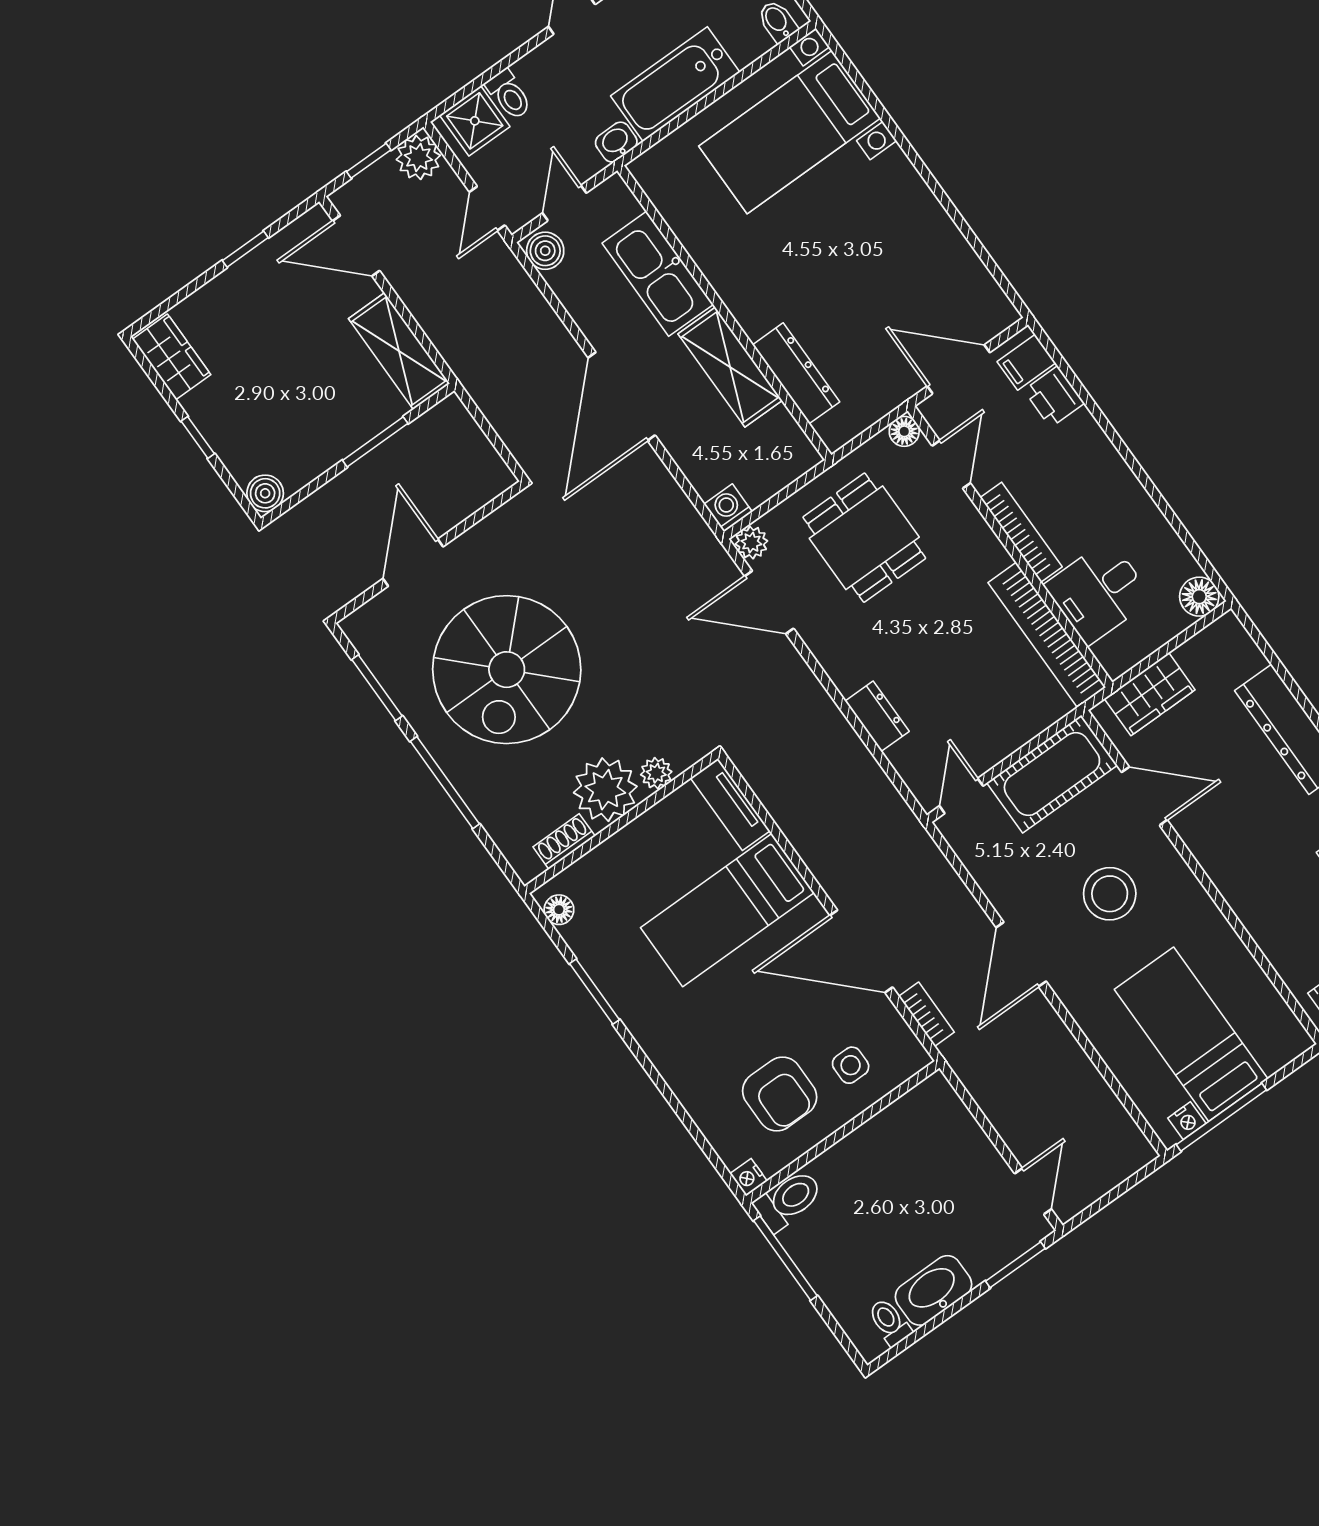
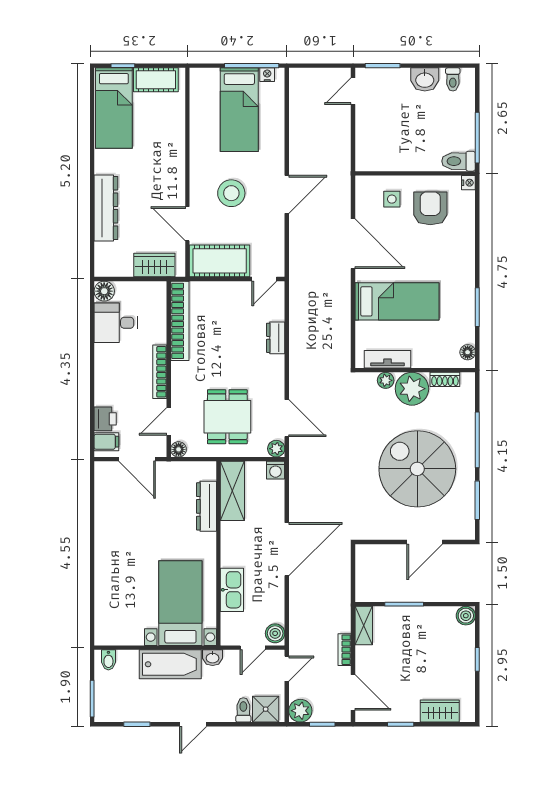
bed with nightstands: (790, 132) -> (180, 603), moved, turned -90
kitchen sink: (658, 274) -> (232, 590), width x0.73, depth x0.81
shelving: (399, 351) -> (364, 626), width x0.67, depth x0.75
wardrobe: (172, 357) -> (440, 711), moved, turned 90
shelving: (730, 367) -> (232, 491), moved
desk: (1099, 592) -> (116, 323), moved, turned 180
spiral stairs: (507, 670) -> (417, 469), turned -90
tv unit: (730, 804) -> (387, 359), moved, turned -90
bookcase: (926, 1014) -> (345, 650), moved
washbasin: (933, 1290) -> (425, 79), width x0.72

